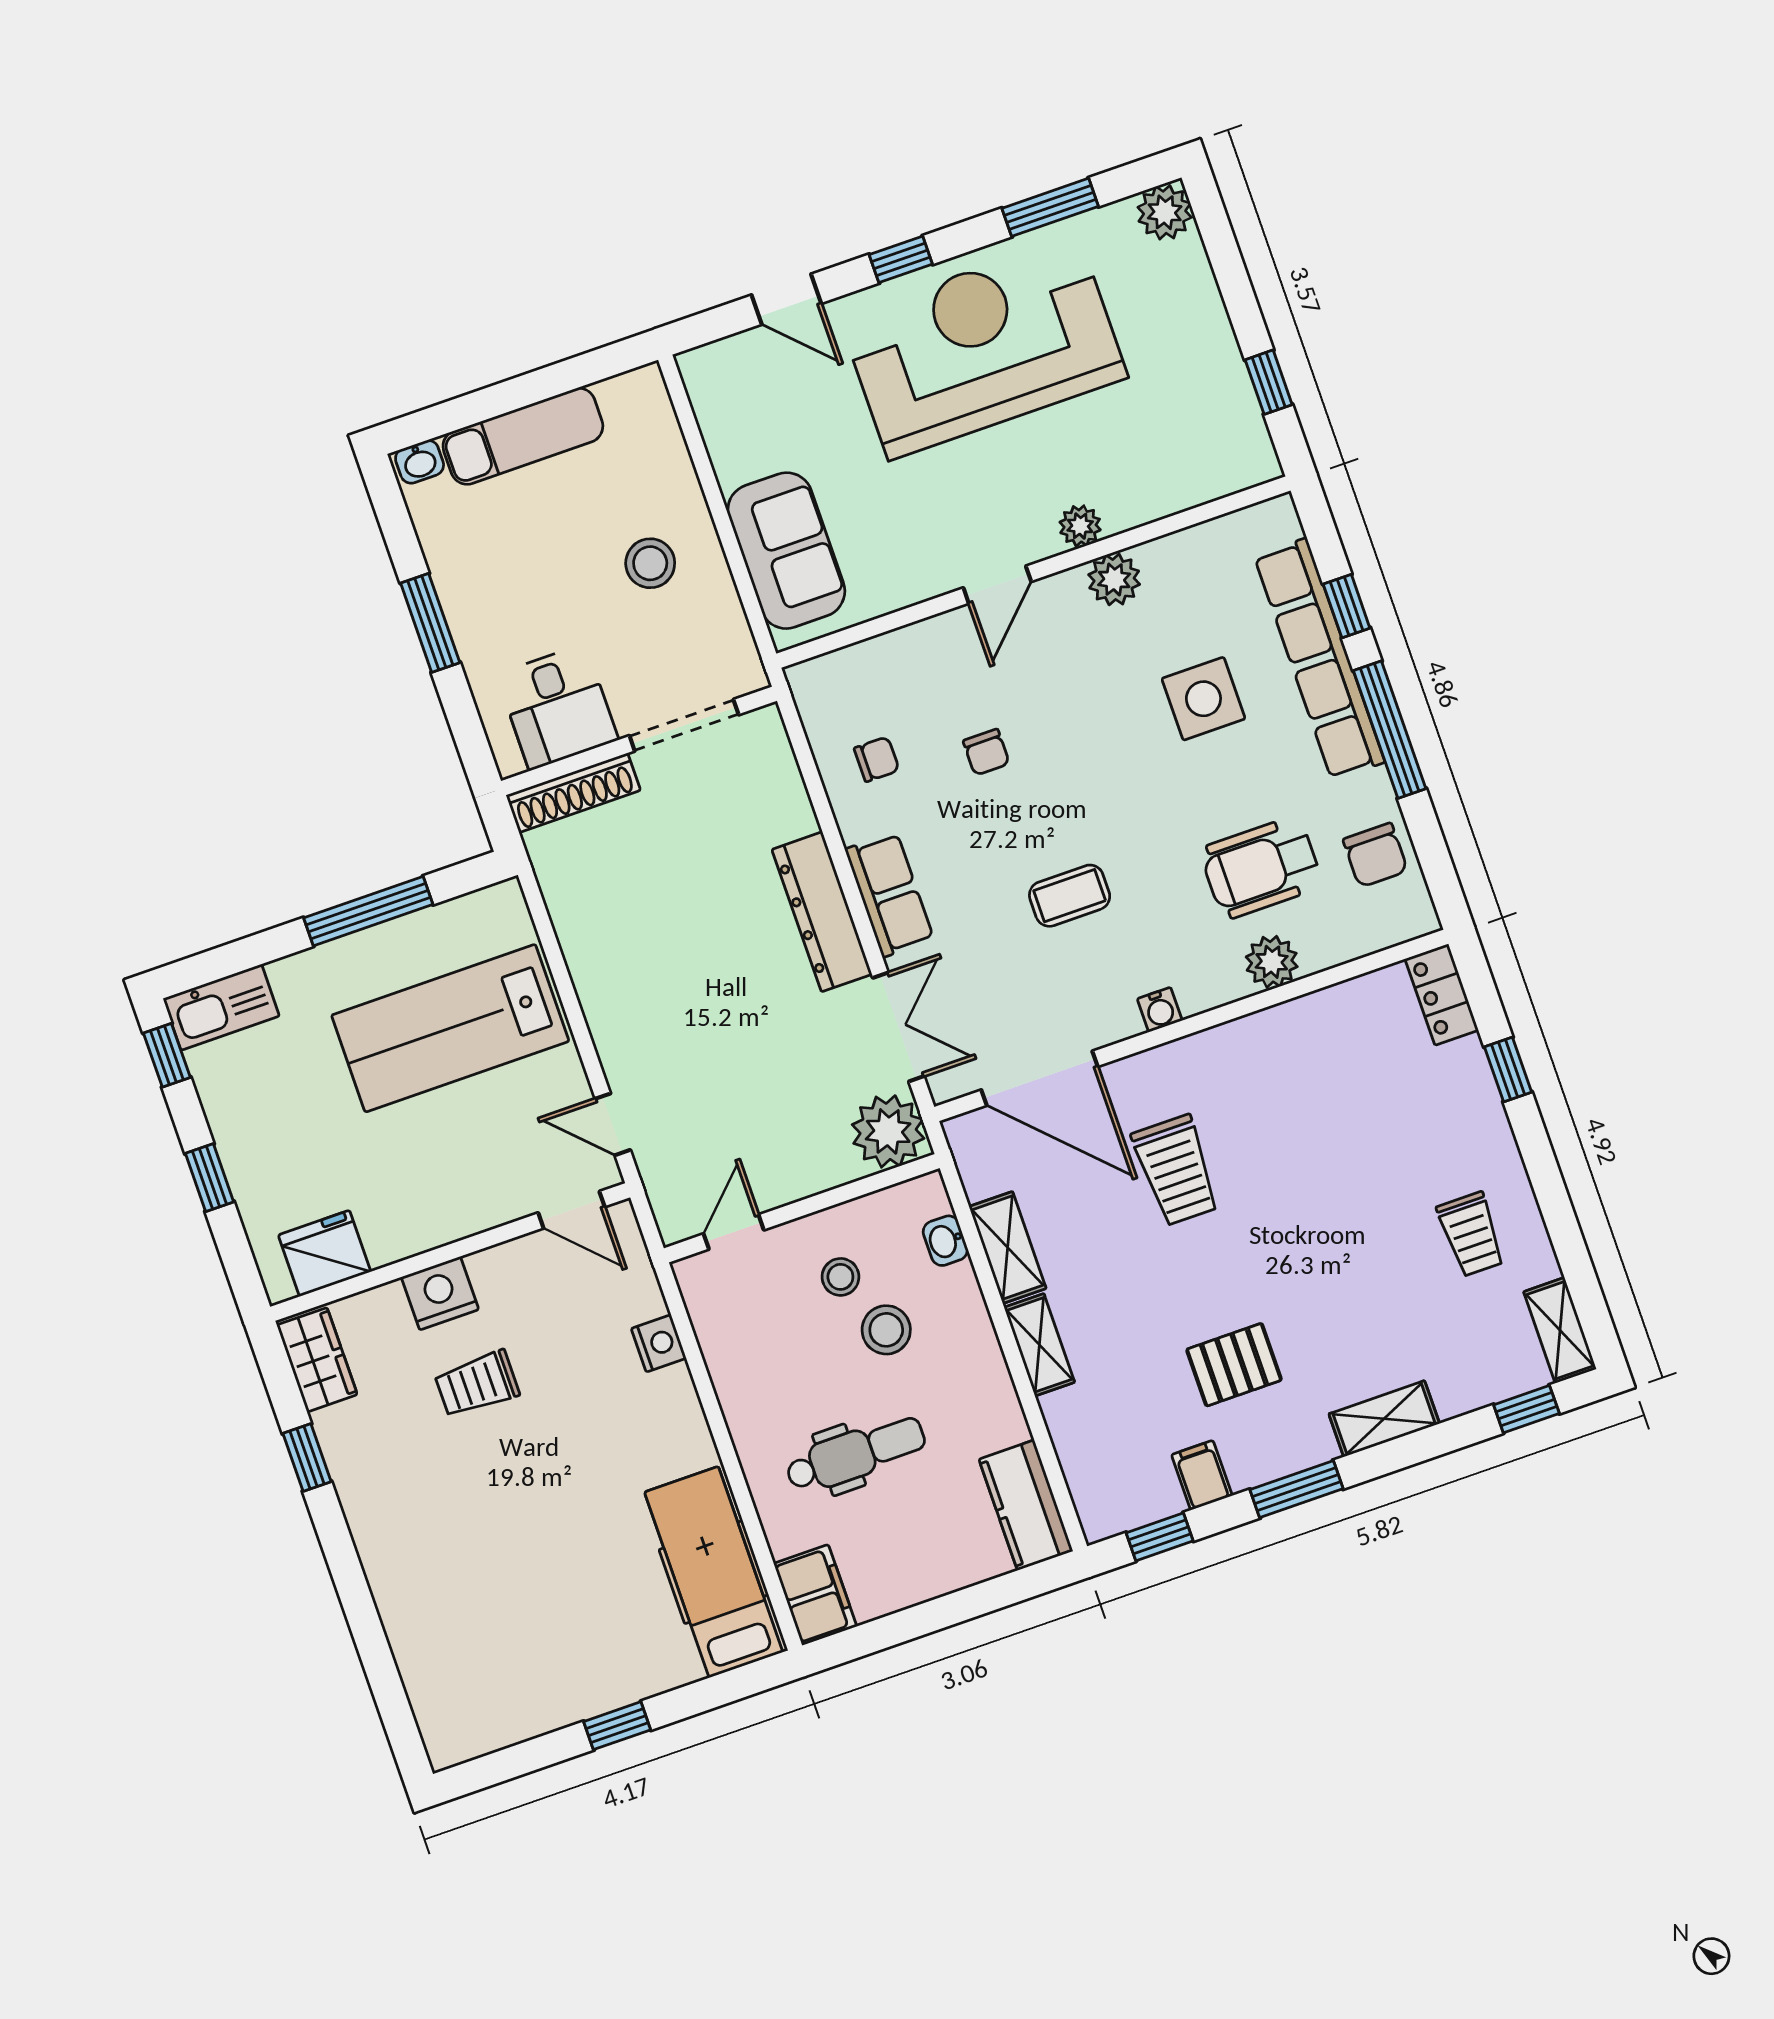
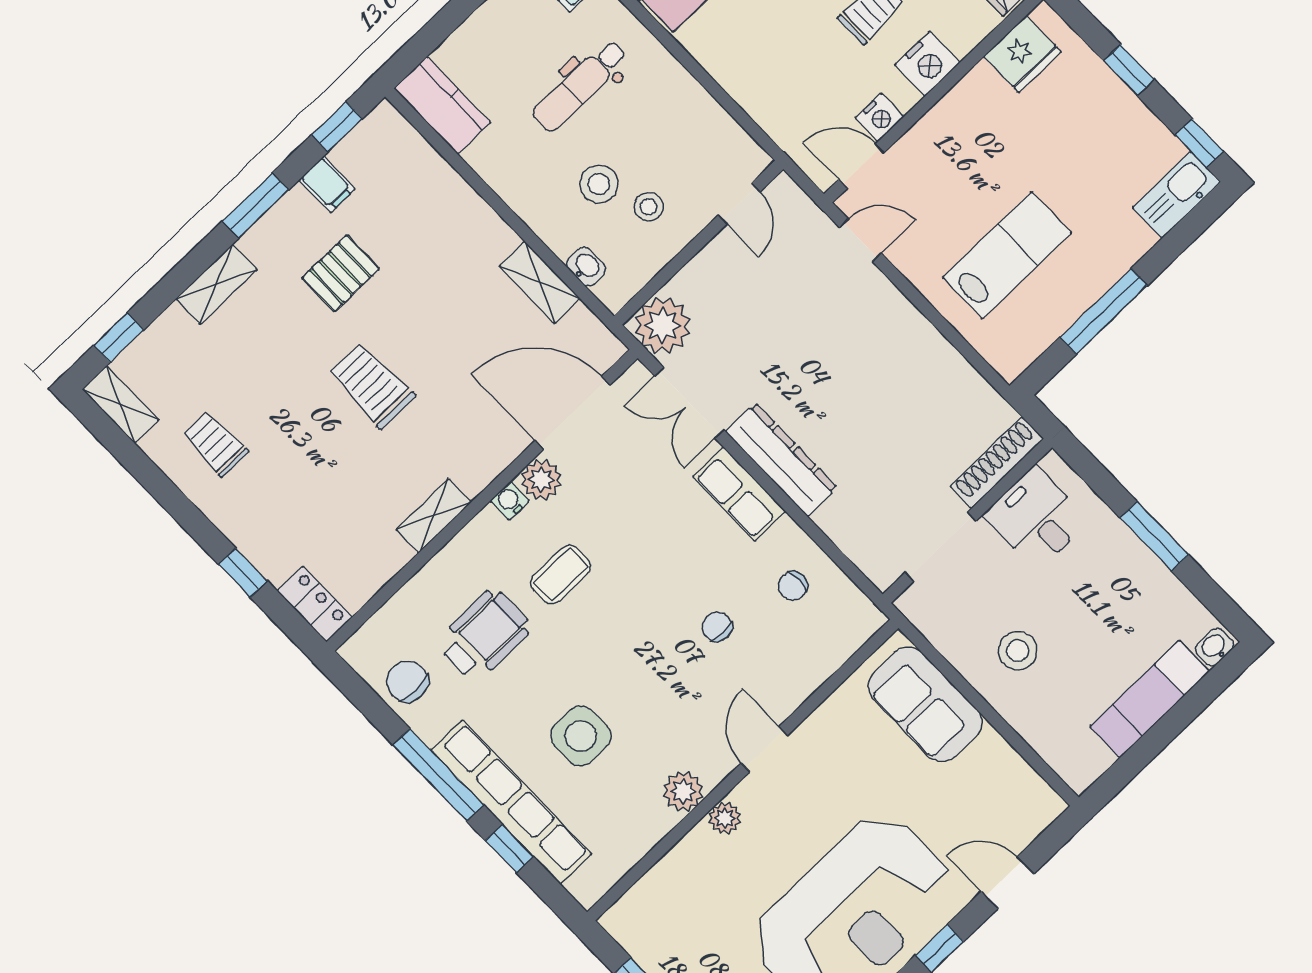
coffee table: (1070, 896) -> (561, 575), moved
plant: (1272, 962) -> (541, 480), moved
lab bench: (450, 1028) -> (1007, 255), width x0.73, depth x0.72
trolley: (1176, 1170) -> (372, 385), moved
nightstand: (659, 1343) -> (880, 117), moved, turned -90
shelving: (1039, 1345) -> (434, 516), moved, turned 90

